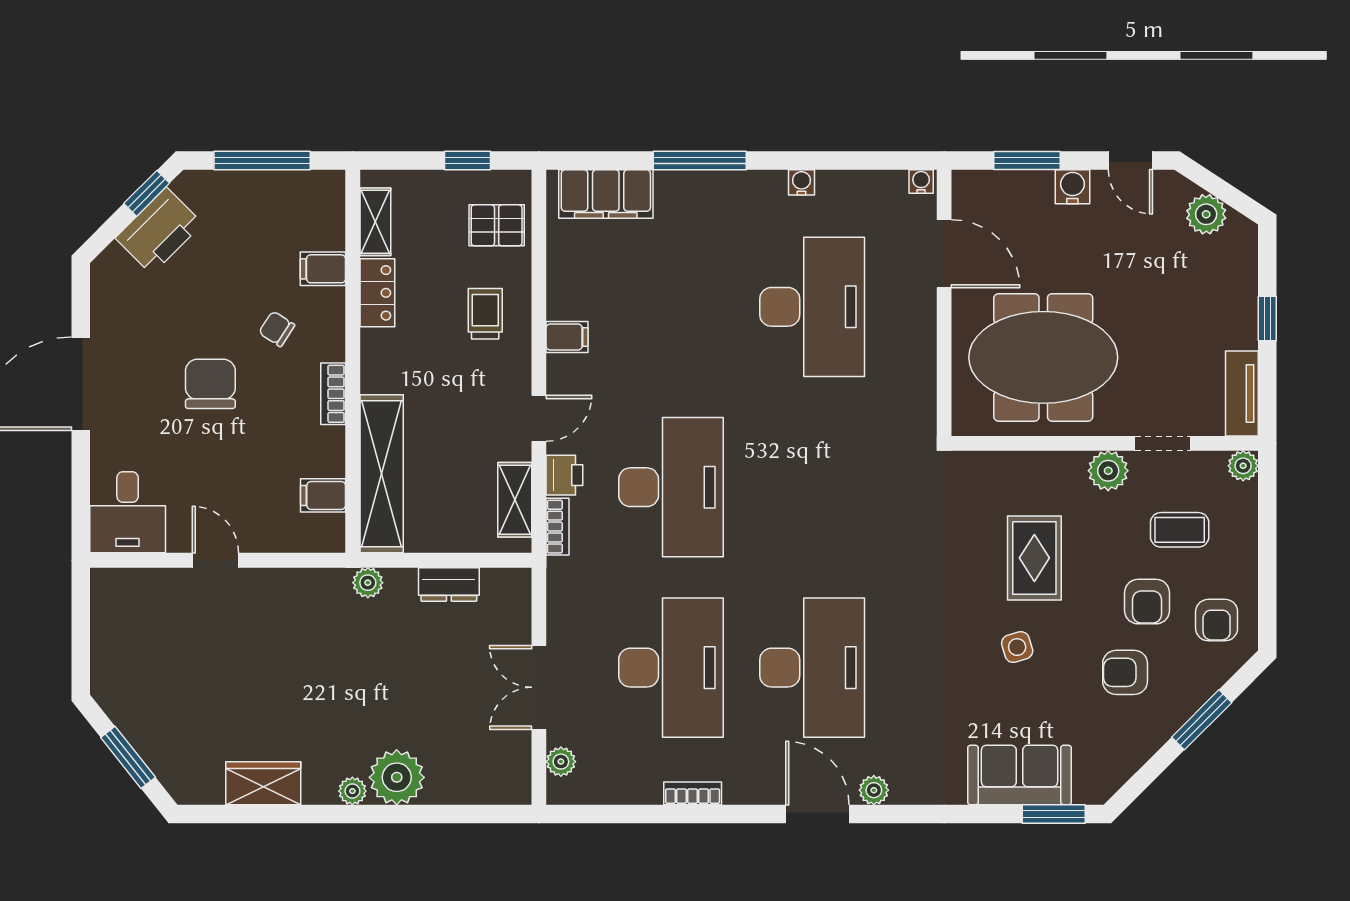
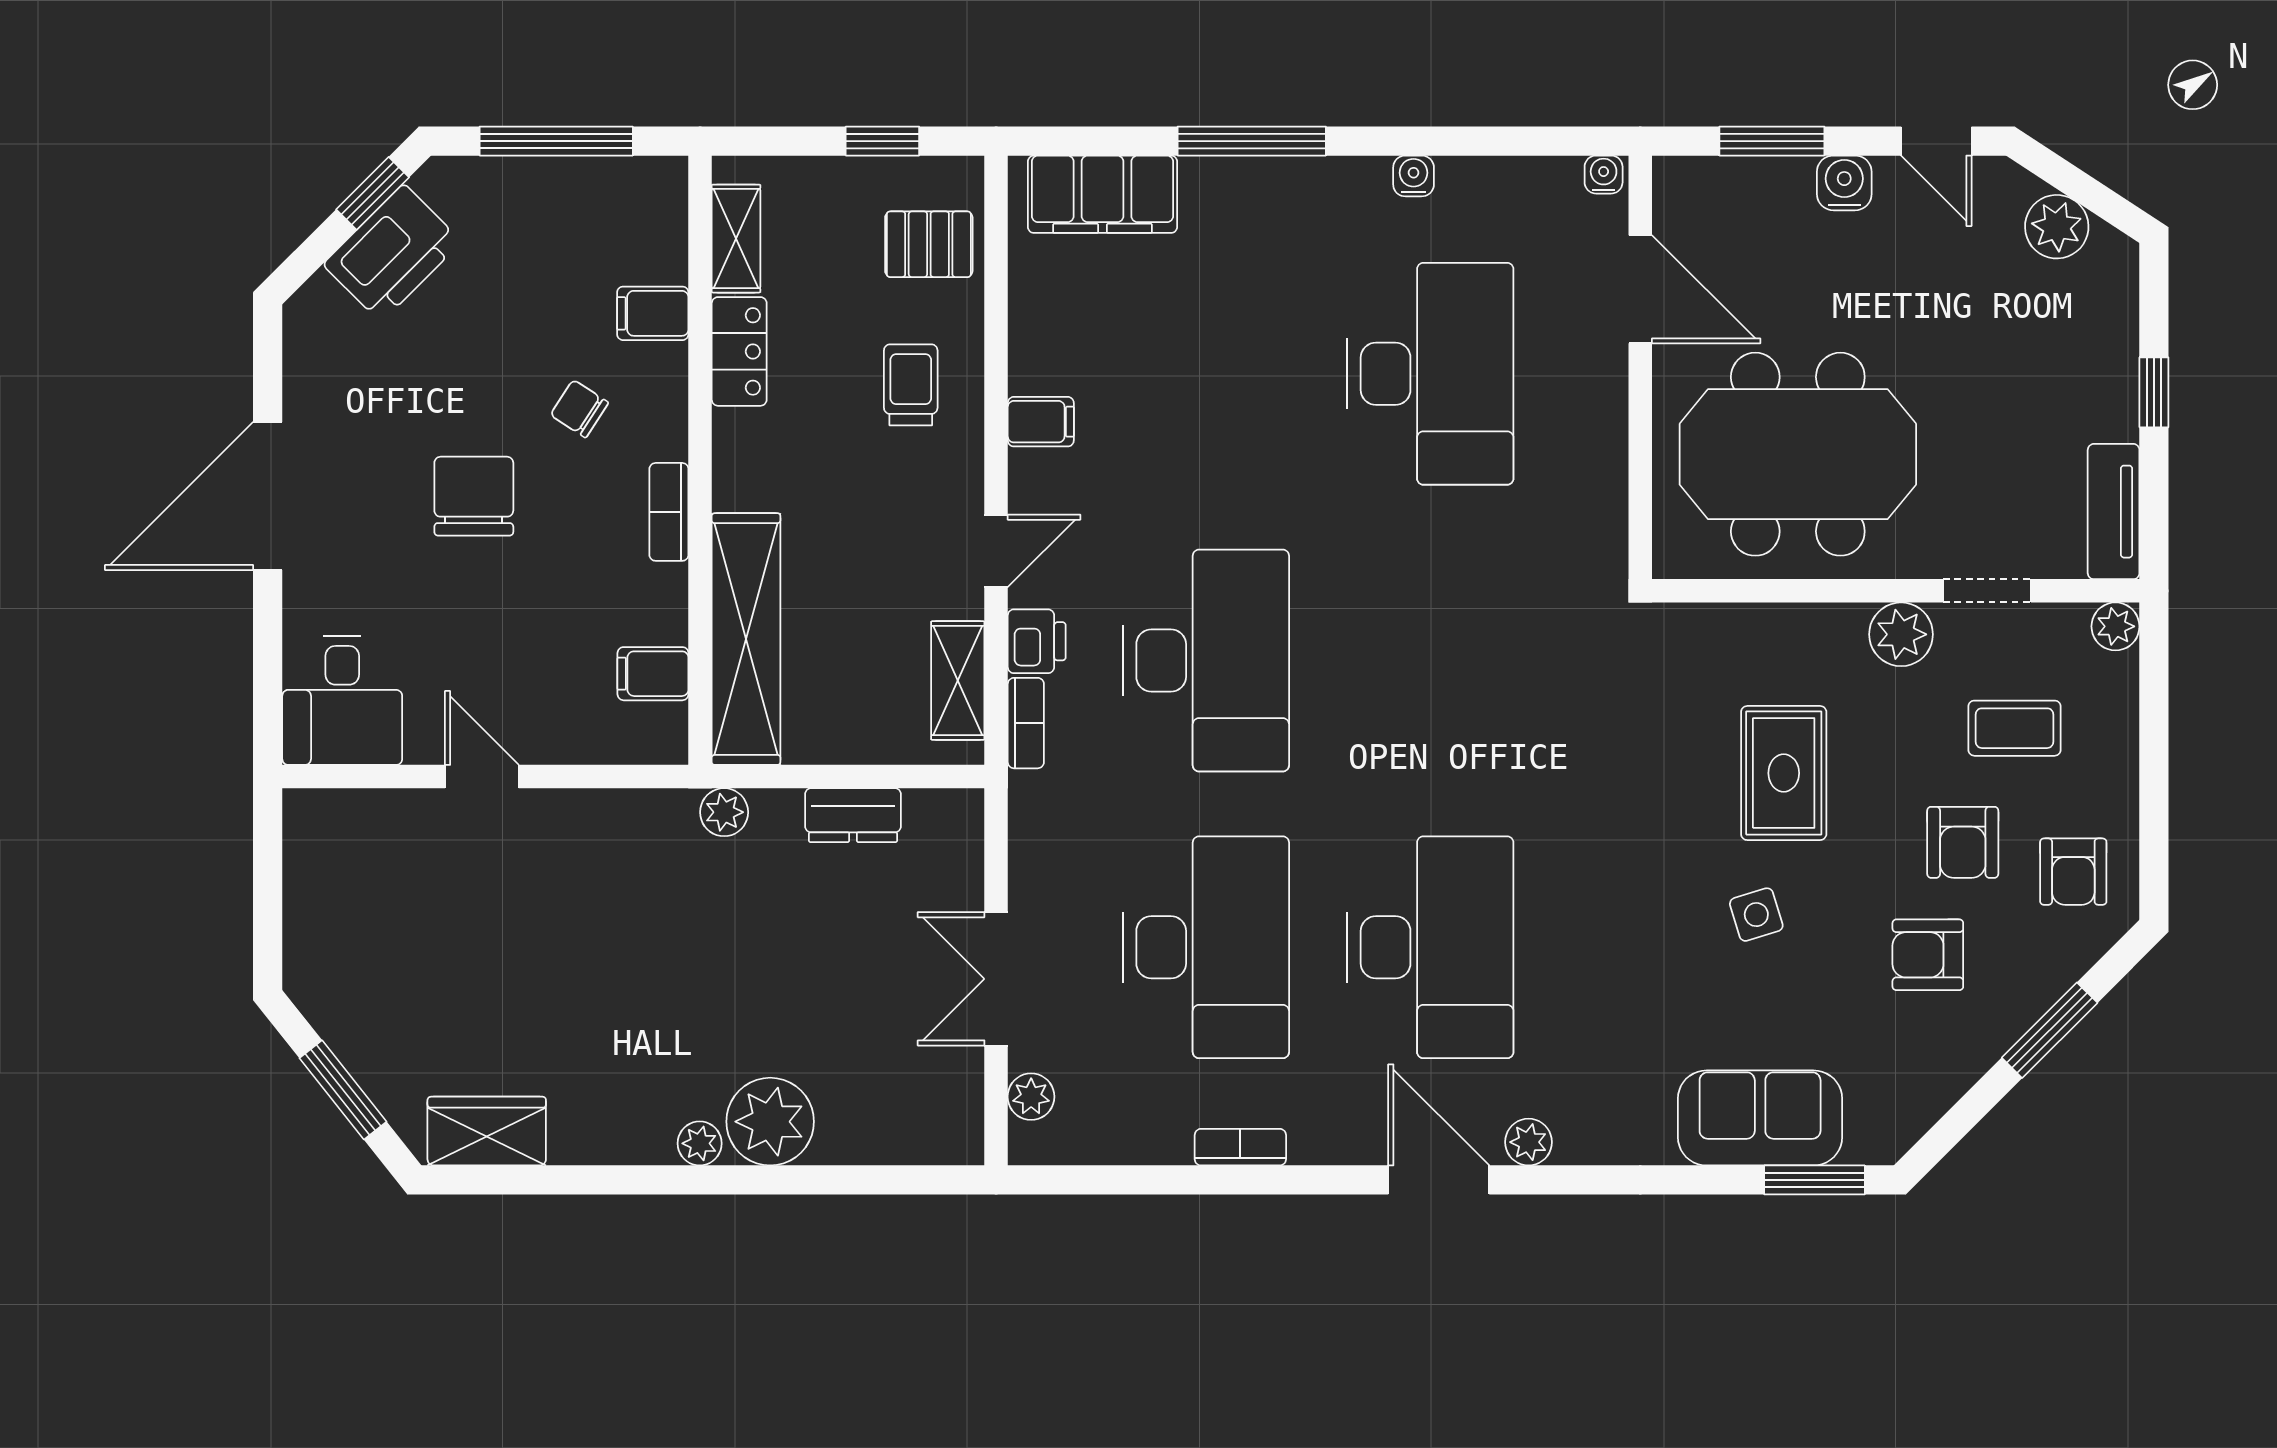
wardrobe: (263, 783) -> (487, 1131), moved

